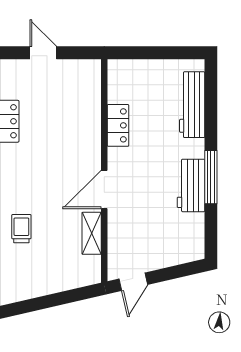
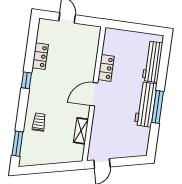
workbench: (191, 185) -> (146, 104), width x1.38
door: (104, 190) -> (94, 94), moved

